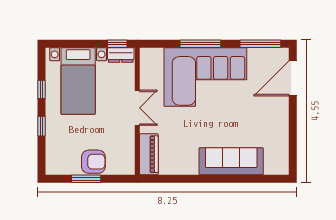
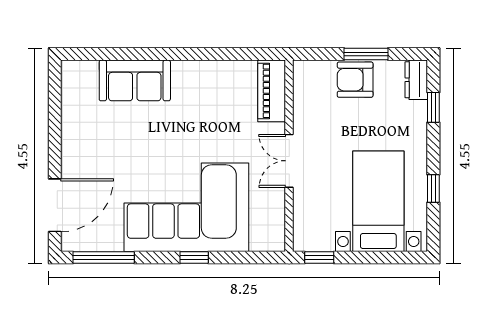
window: (200, 44) -> (194, 258), width x0.46
dresser: (121, 55) -> (416, 80), moved, turned -90
window: (42, 126) -> (433, 107), moved
sofa: (231, 161) -> (135, 80), width x0.73

